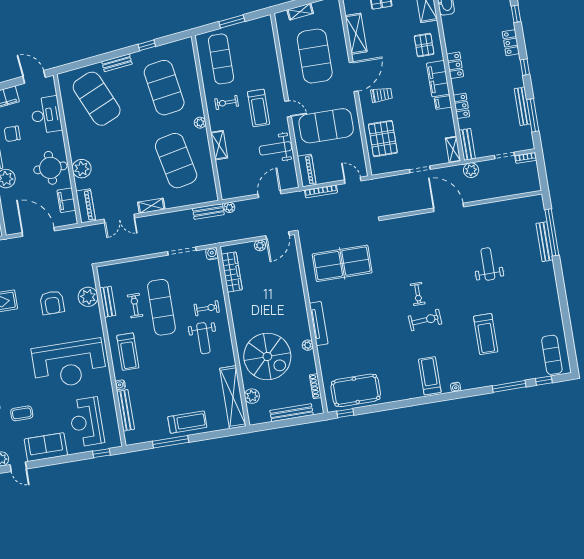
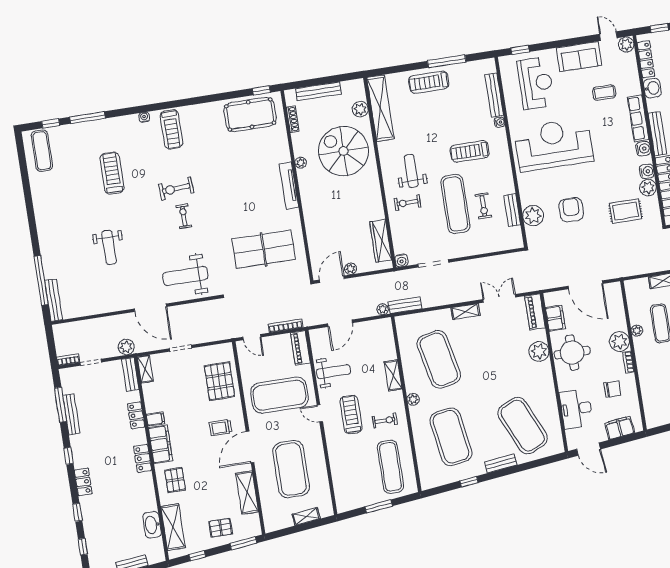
weight bench: (416, 238) -> (185, 276), added
bench: (544, 242) -> (54, 300), moved
treadmill: (128, 352) -> (470, 151), moved, turned -90

